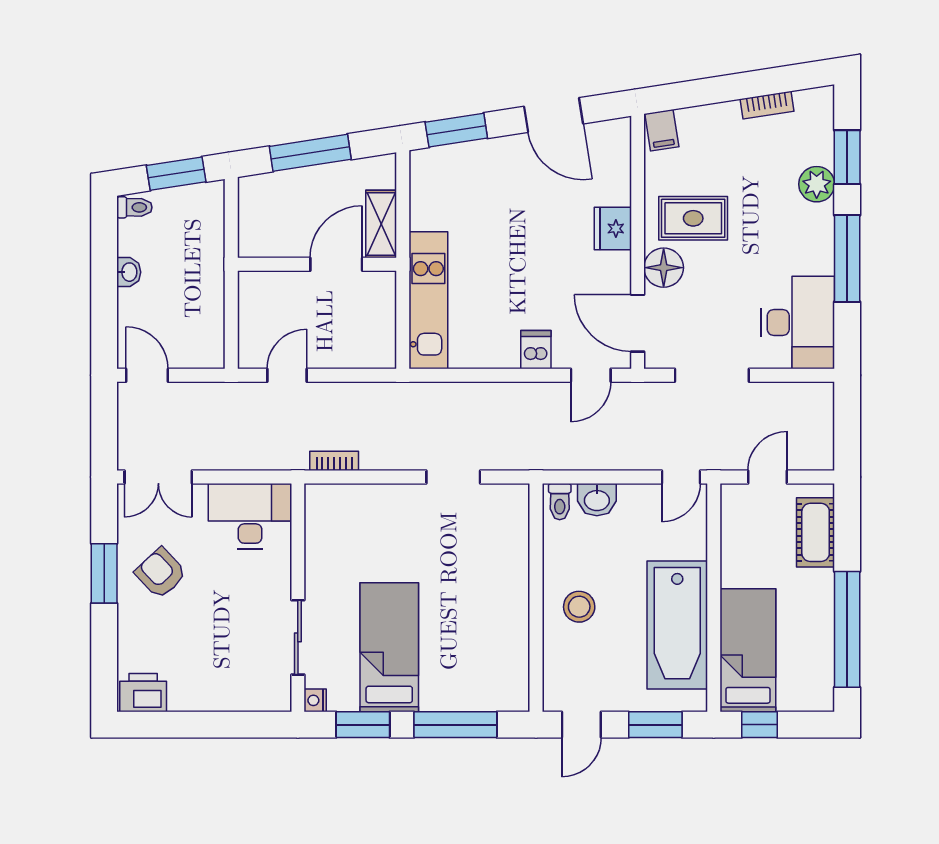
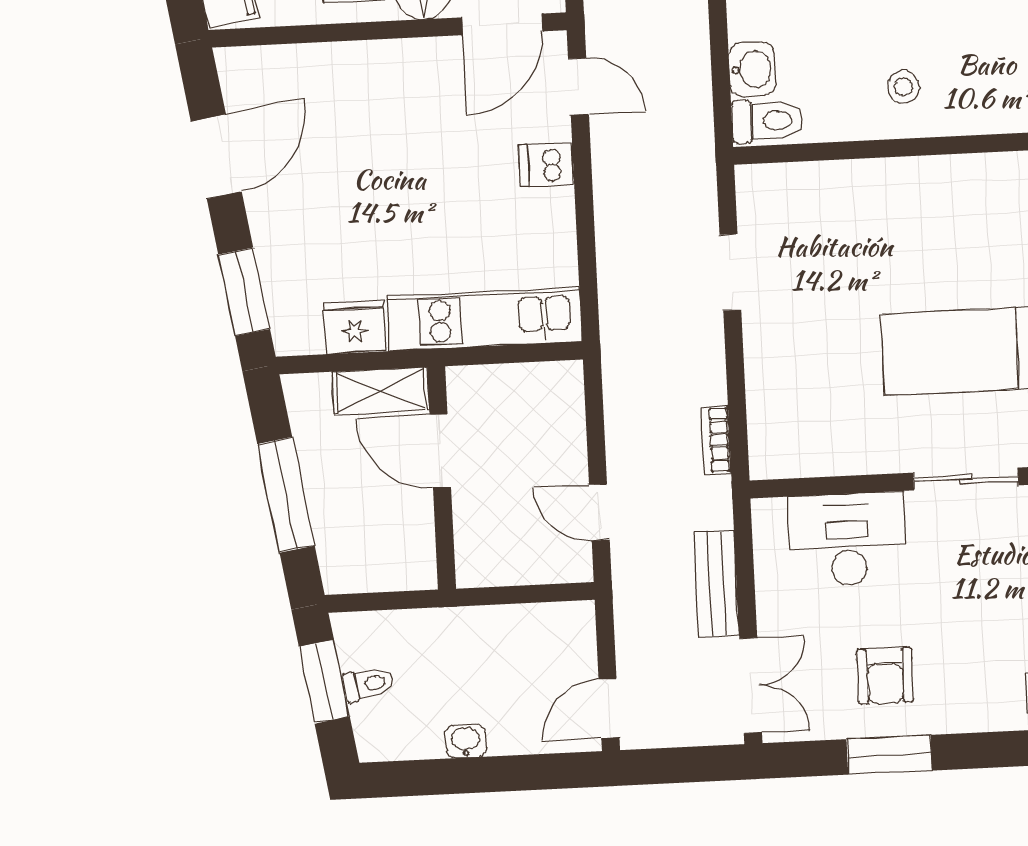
toilet: (134, 207) -> (368, 684), moved, turned 81
fridge: (613, 229) -> (355, 327), moved, turned 180
bench: (232, 456) -> (717, 584), added
toilet: (560, 502) -> (767, 121), width x1.37, depth x1.39
desk: (250, 516) -> (848, 539), moved, turned 90
armchair: (161, 573) -> (885, 676), turned -47
stool: (579, 607) -> (903, 87), width x0.73, depth x0.73

